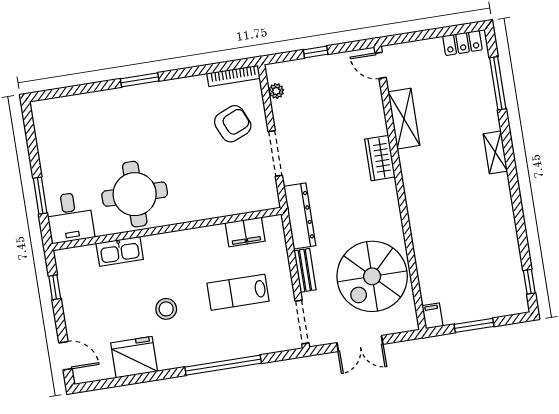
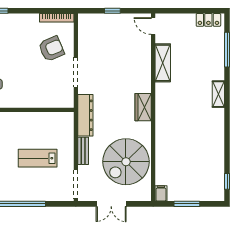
plant: (276, 91) -> (83, 32), removed
wardrobe: (380, 158) -> (143, 107), moved
filing cabinet: (245, 232) -> (48, 120), removed

